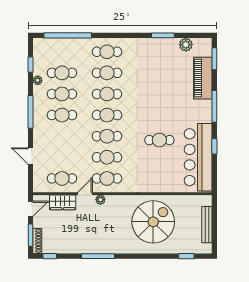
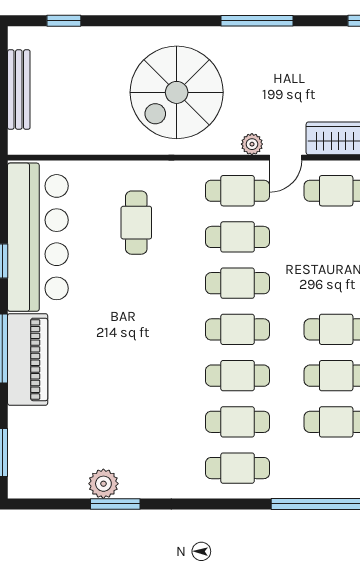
plant: (186, 45) -> (103, 484), moved
piano: (203, 78) -> (28, 359), moved
cafe table: (159, 140) -> (136, 223), moved, turned 90
spiral stairs: (153, 222) -> (177, 92), moved

